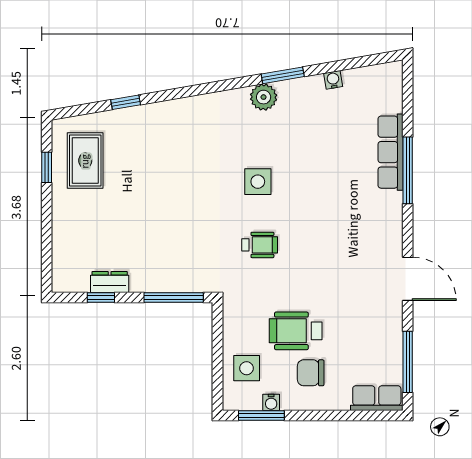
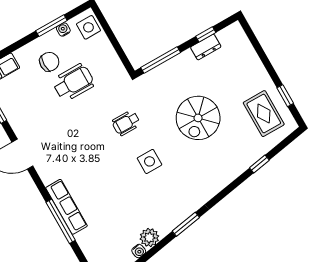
window: (283, 75) -> (186, 224), moved
plant: (264, 97) -> (149, 238), moved
row of seats: (391, 152) -> (66, 207), moved
spiral stairs: (168, 201) -> (198, 118), added
side table: (247, 368) -> (88, 27), moved
window: (261, 415) -> (51, 26), moved

